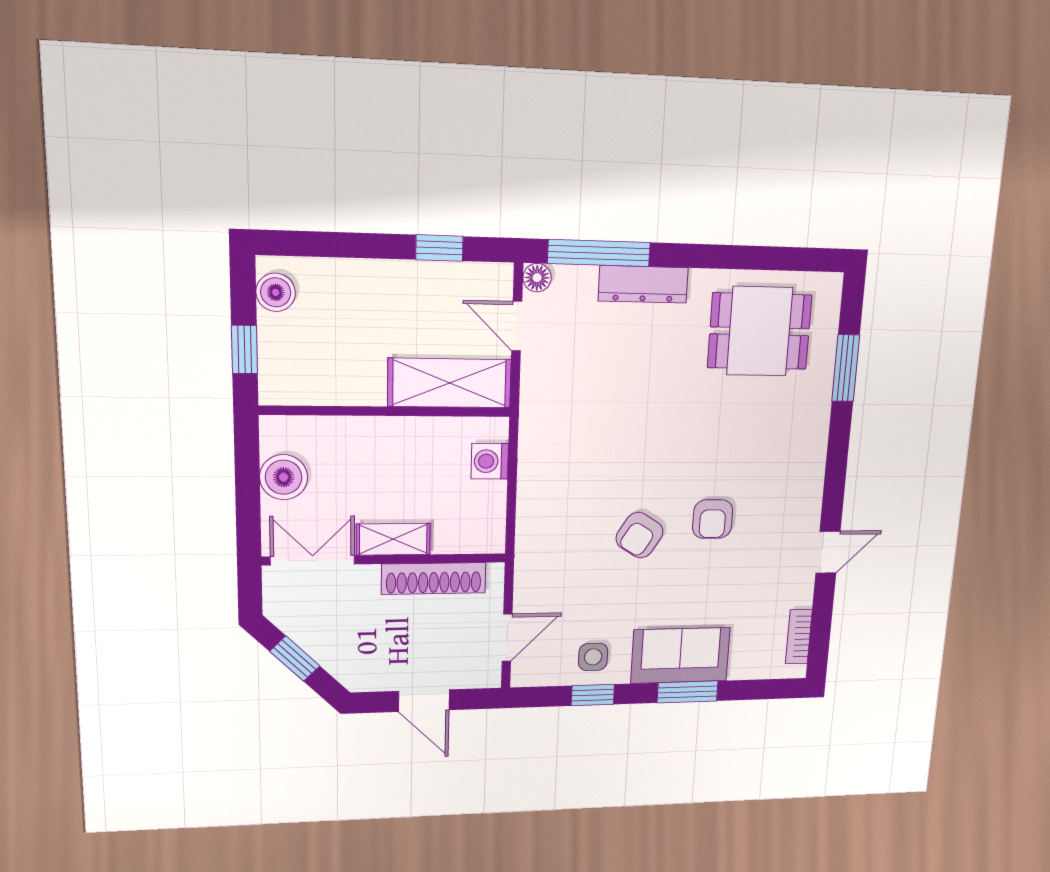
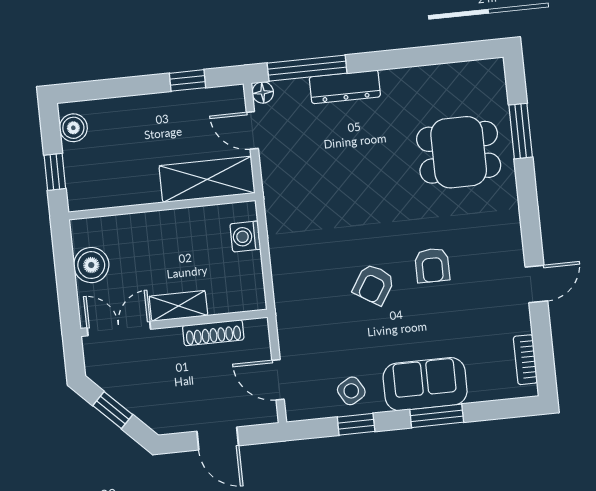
dining table: (760, 331) -> (459, 152), moved
shoe rack: (434, 578) -> (213, 333), width x0.74, depth x0.81
door: (507, 638) -> (278, 380), swing flipped
side table: (593, 657) -> (351, 391), turned -30

